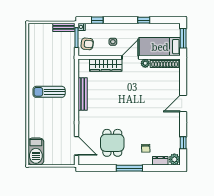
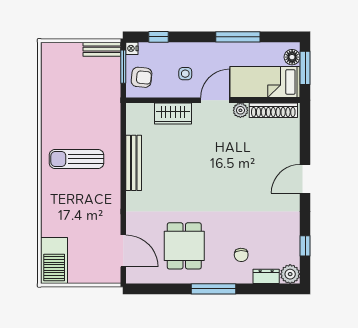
window: (144, 20) -> (238, 37), width x2.17
floor lamp: (176, 32) -> (292, 57), added
wardrobe: (106, 65) -> (173, 114), width x0.67

